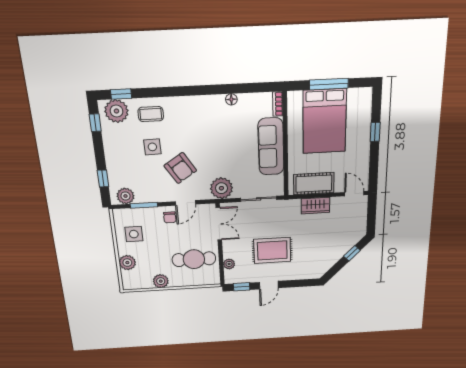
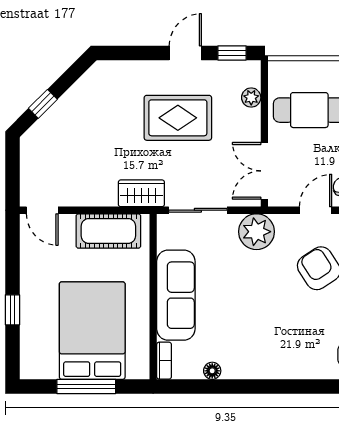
floor lamp: (231, 99) -> (212, 371), moved
wardrobe: (315, 206) -> (141, 193), moved

